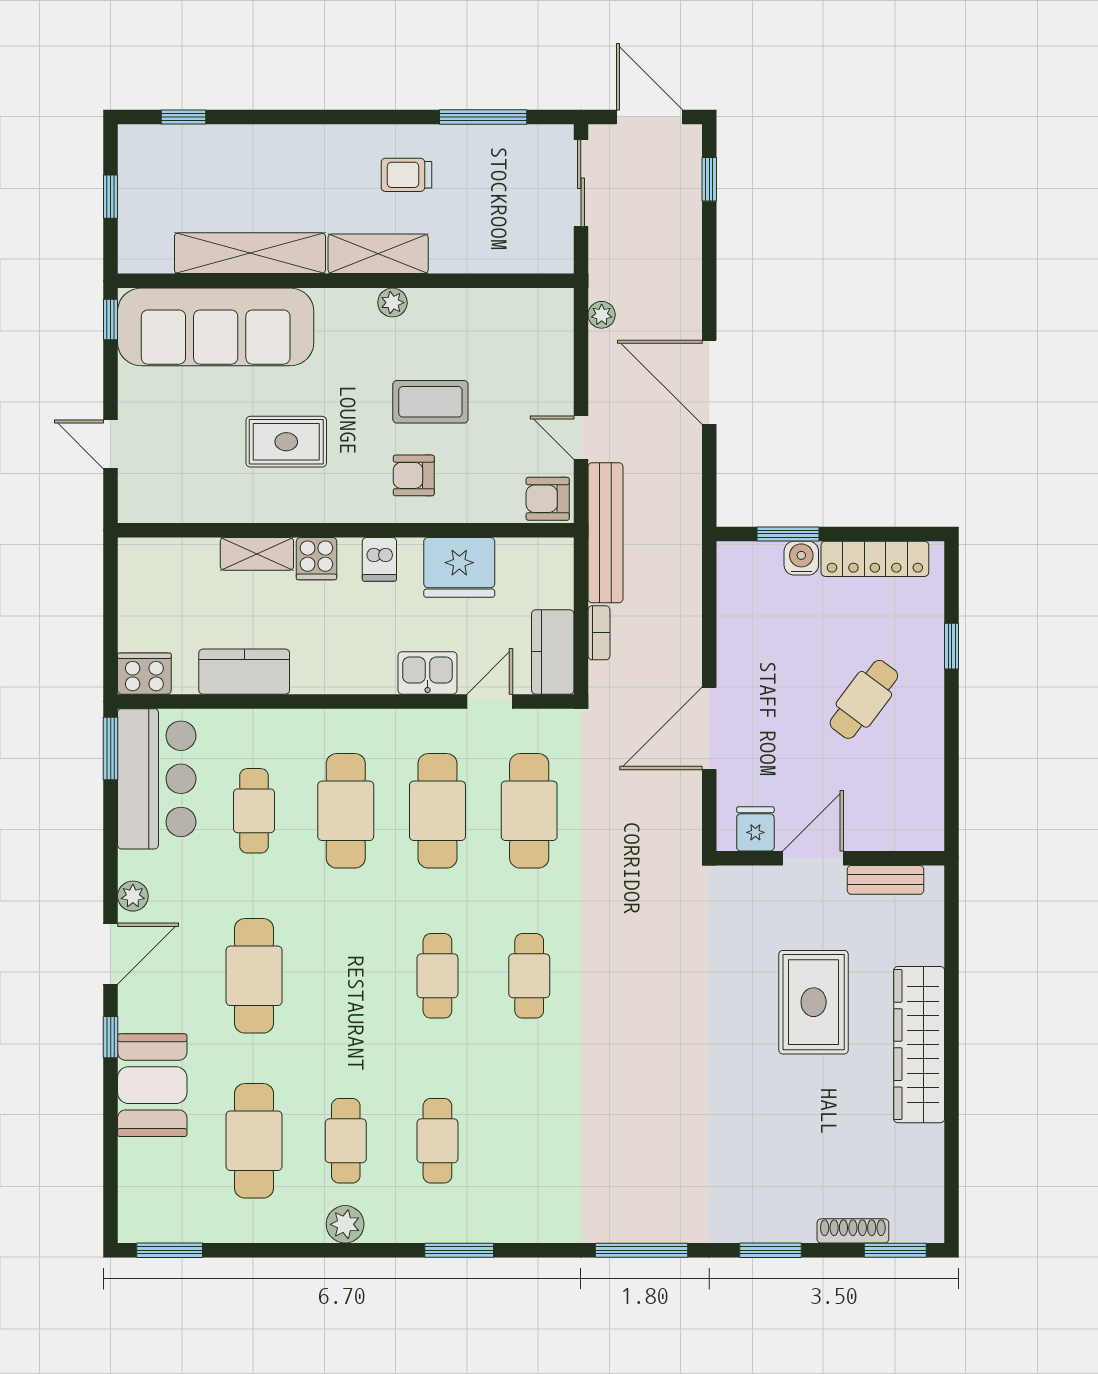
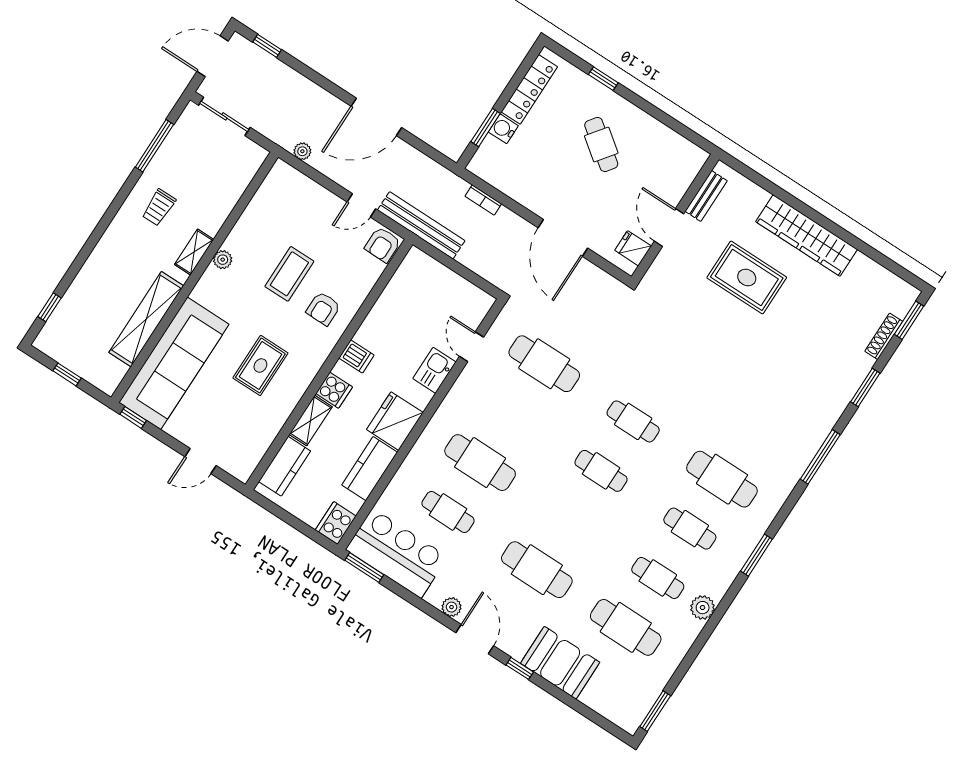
shelving: (378, 254) -> (194, 252), width x0.67, depth x0.75
fridge: (459, 567) -> (395, 421), moved, turned 180
bookcase: (599, 633) -> (483, 200), moved, turned 180
kitchen counter: (553, 652) -> (285, 466), moved, turned -90
cafe table: (437, 811) -> (722, 479), moved

